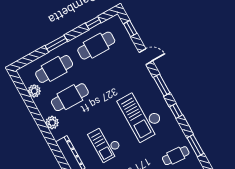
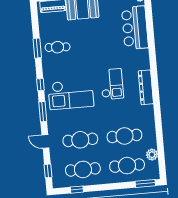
window: (56, 44) -> (145, 184), moved
cafe table: (112, 74) -> (80, 140), added
checkout: (141, 115) -> (71, 94), turned 90
plant: (52, 123) -> (149, 121), removed

